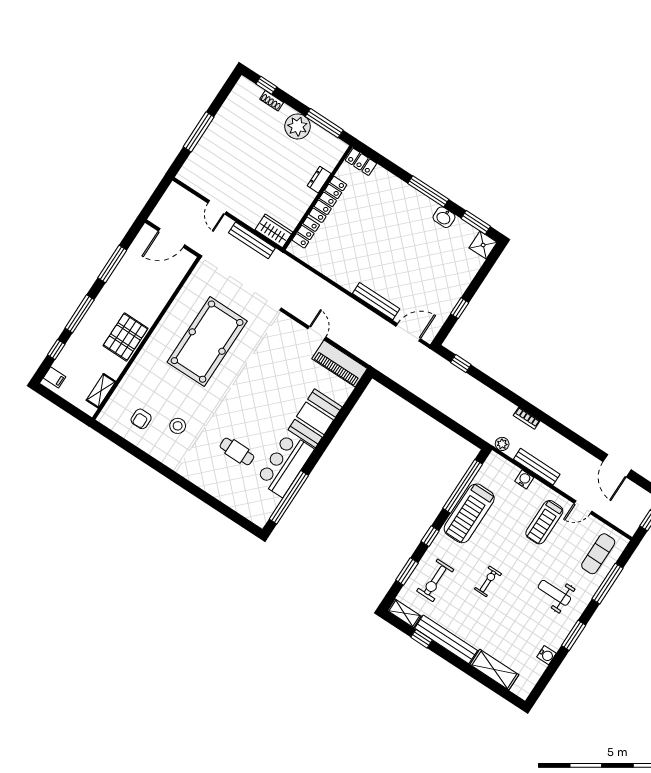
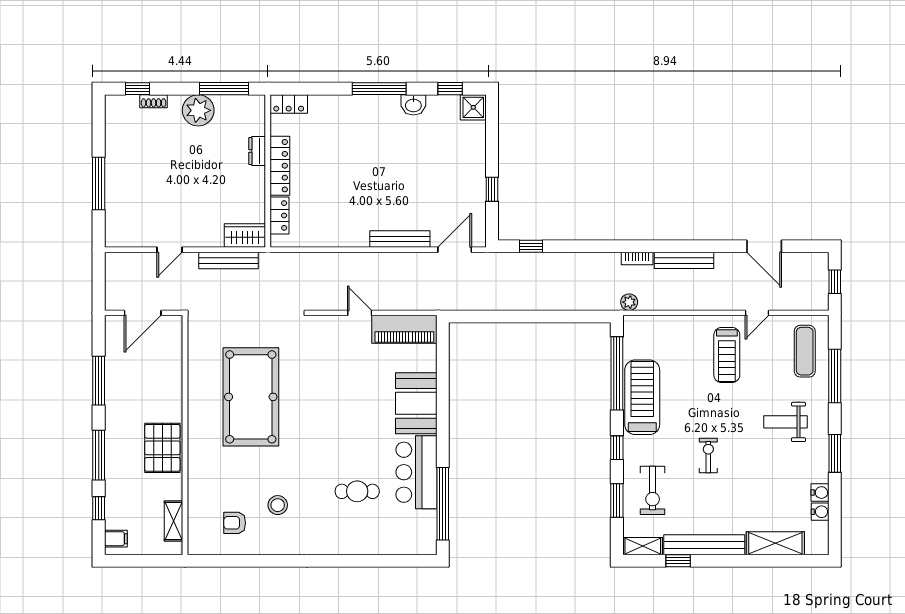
door: (217, 207) -> (169, 250), hinge flipped
window: (476, 222) -> (450, 89), width x0.67
armchair: (141, 419) -> (235, 523), turned 90
bench: (537, 467) -> (684, 260), moved
water cooler: (524, 479) -> (820, 512), moved, turned 90
treadmill: (469, 513) -> (642, 397), turned 180

